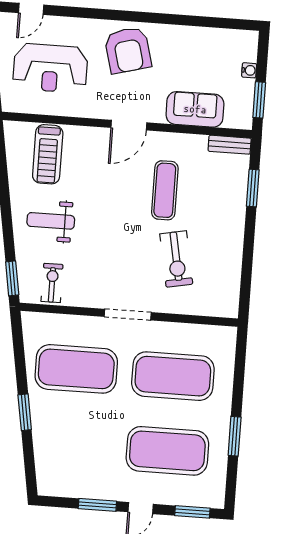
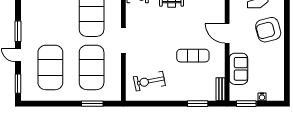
exercise bike: (176, 259) -> (149, 81), moved
window: (235, 436) -> (92, 104), moved

